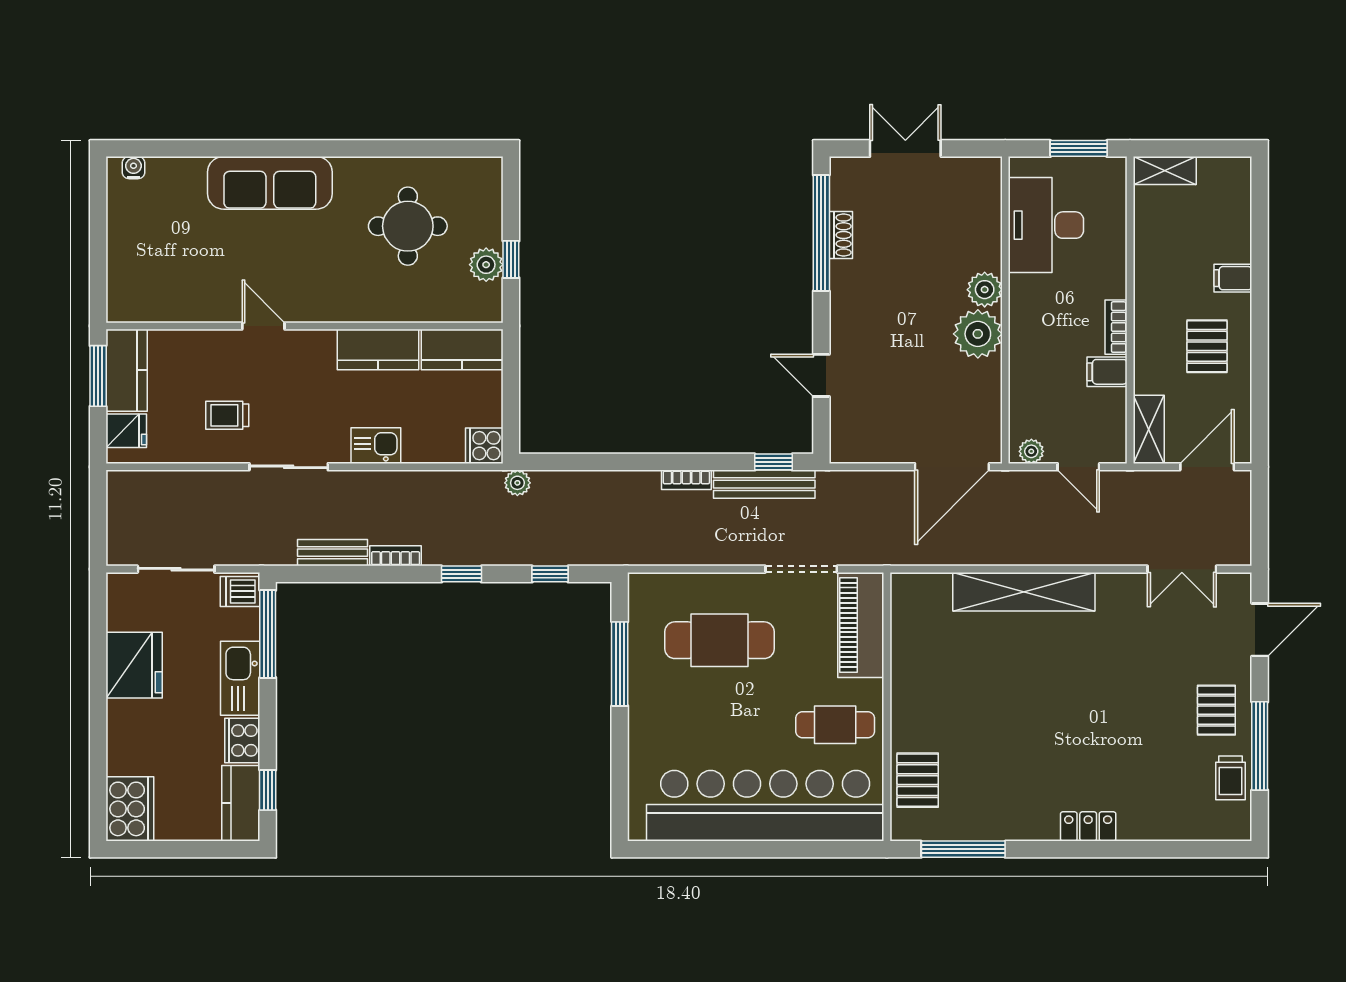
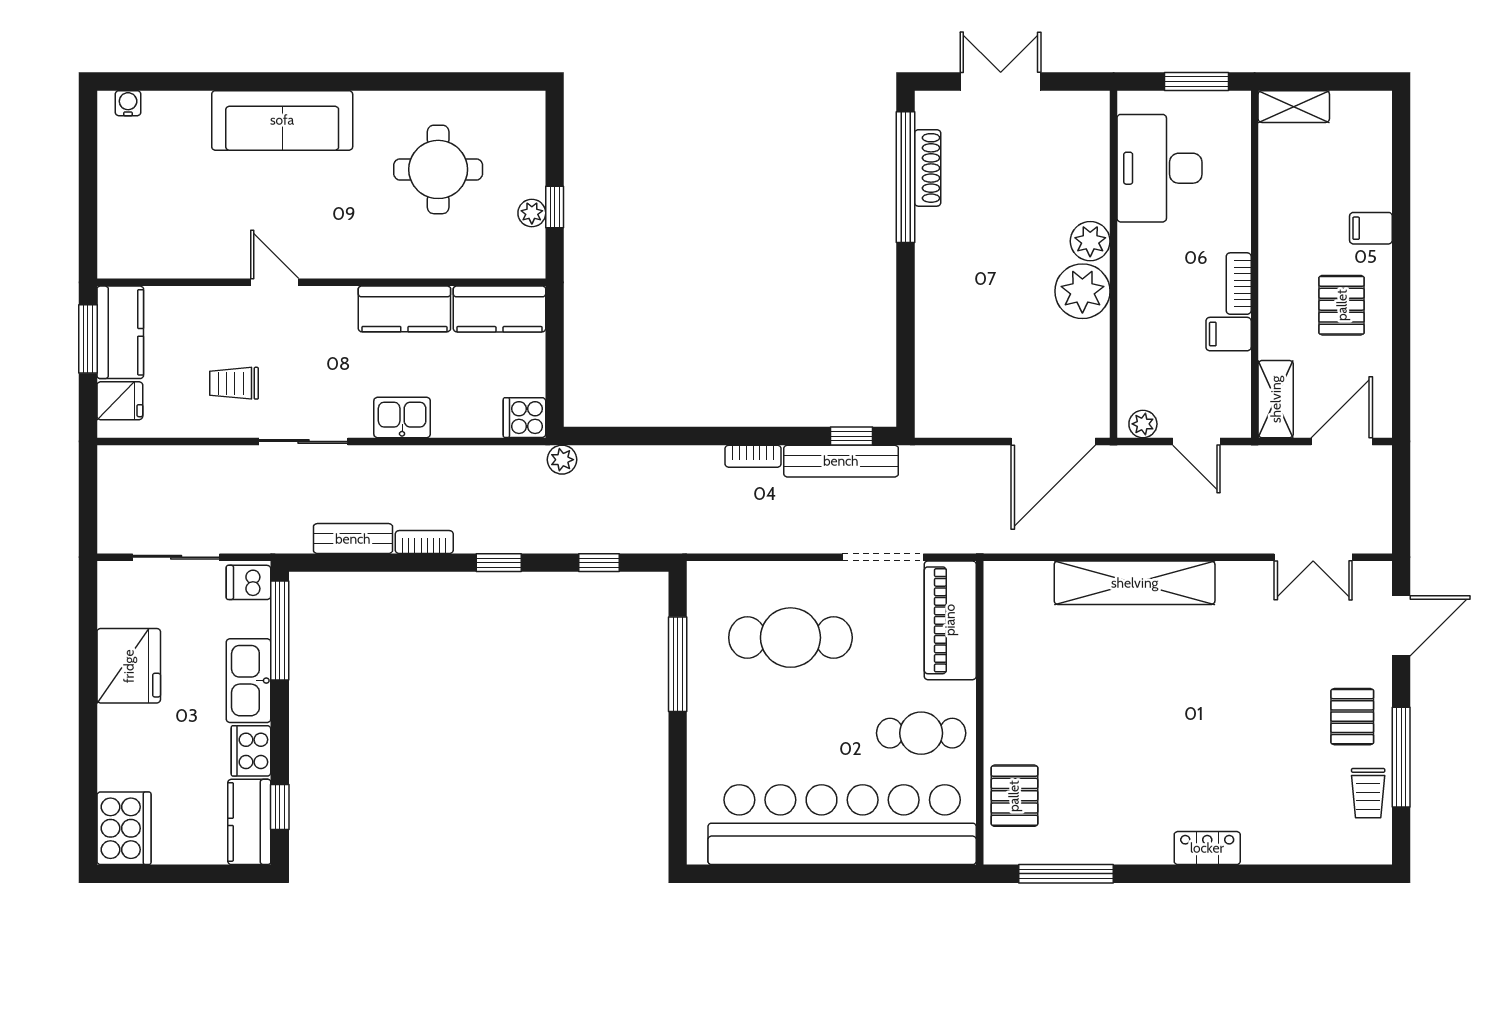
shoe rack: (841, 235) -> (928, 168), width x1.43
plant: (486, 265) -> (532, 213), width x0.73, depth x0.73
door: (821, 375) -> (906, 338), removed

